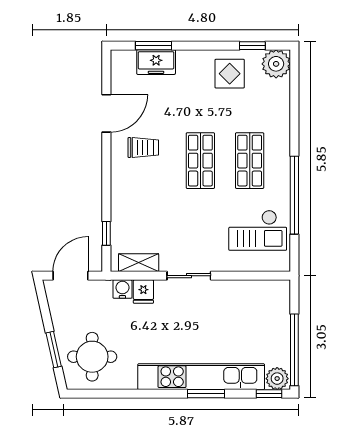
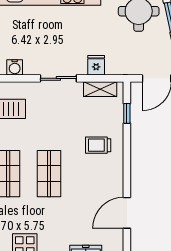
trolley: (143, 147) -> (98, 145), moved
water cooler: (122, 289) -> (15, 67), moved

